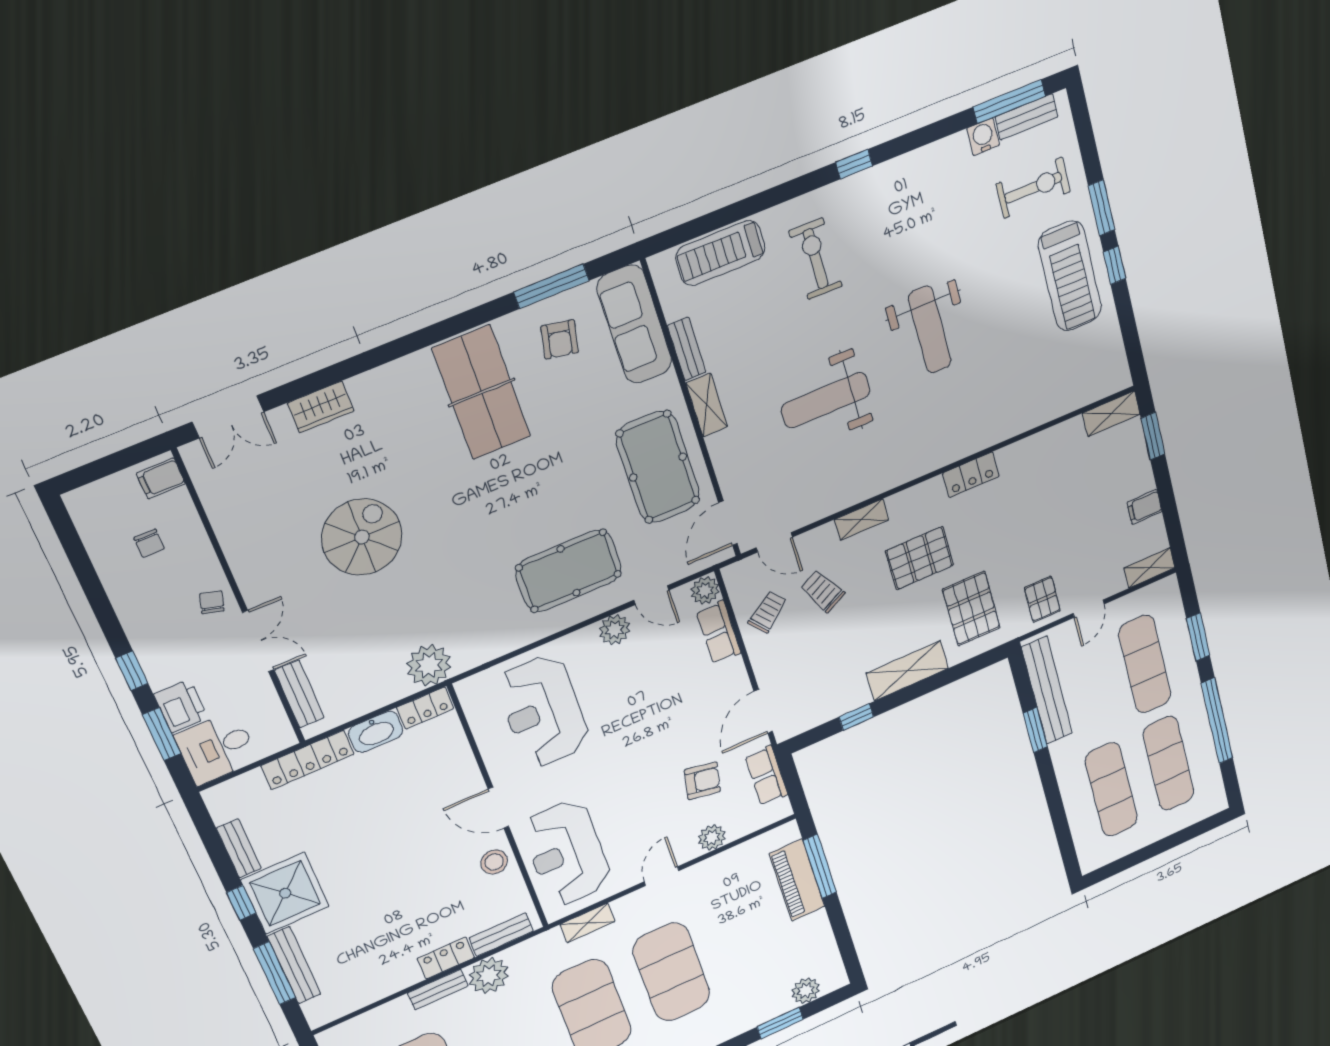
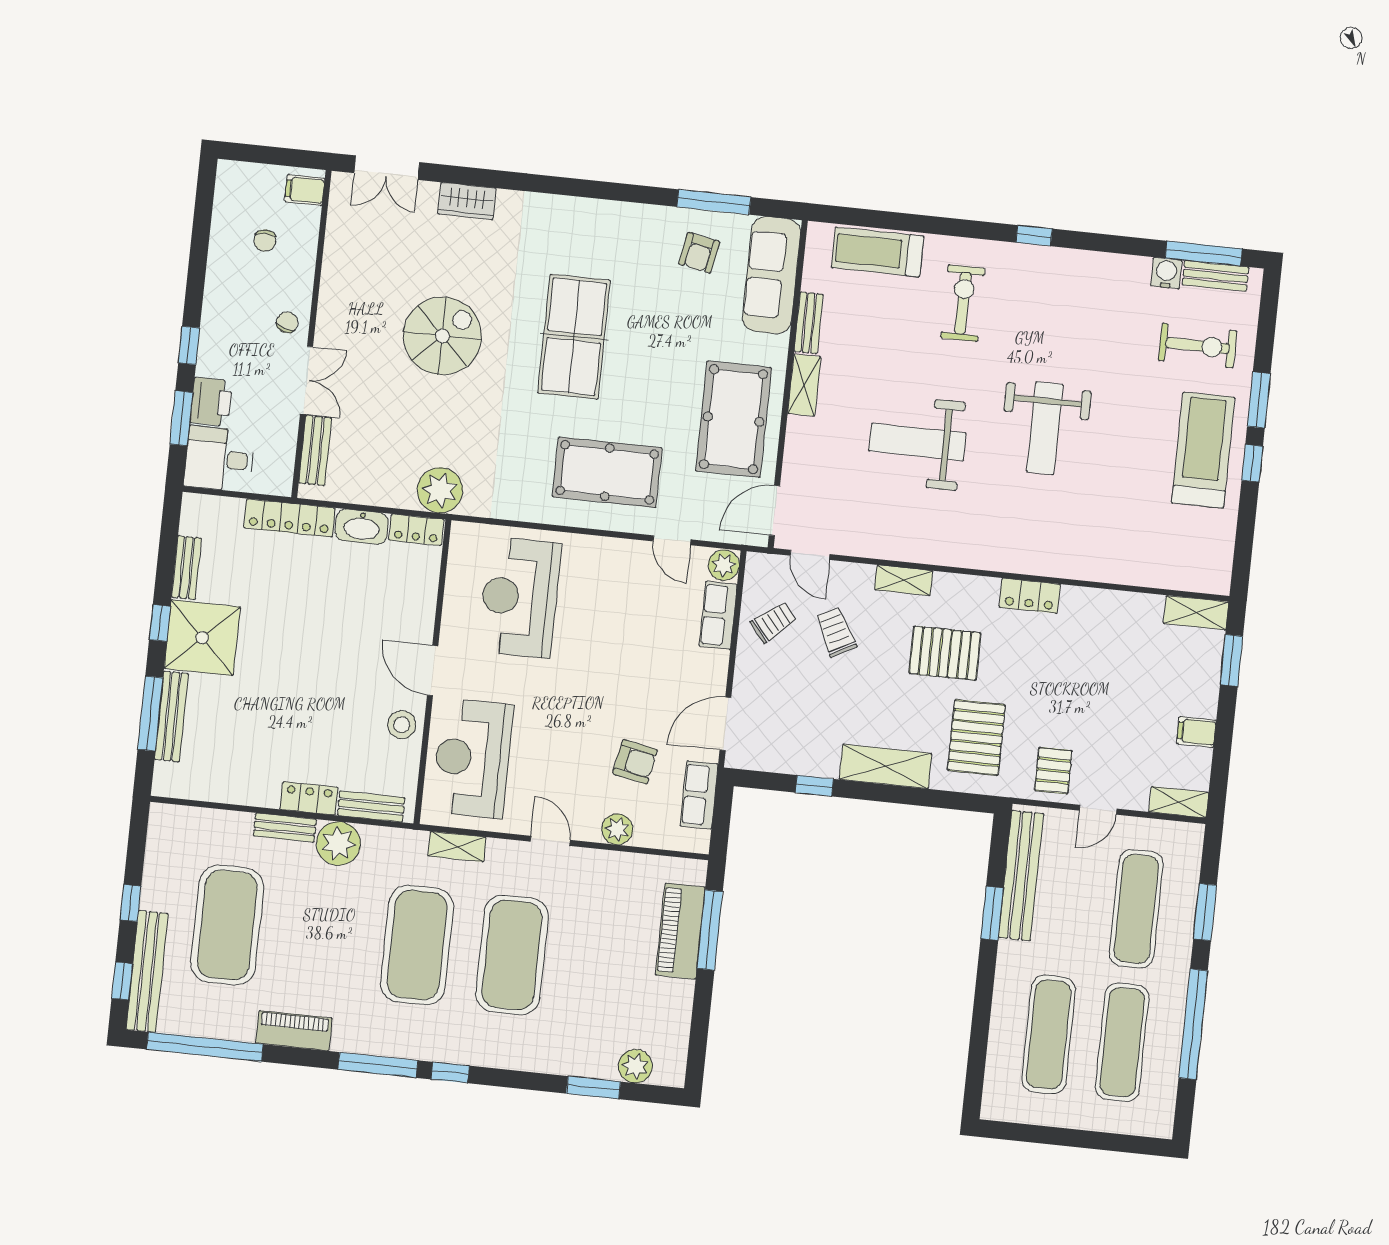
treadmill: (1070, 276) -> (1203, 450), turned 180
table tennis table: (482, 392) -> (574, 337), moved
plant: (615, 630) -> (622, 555), removed
door: (662, 876) -> (550, 841), hinge flipped

